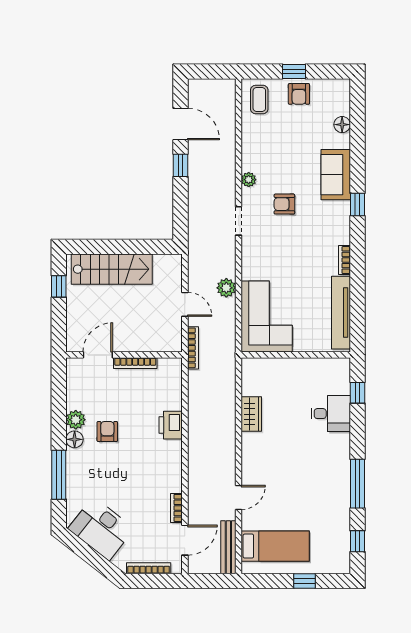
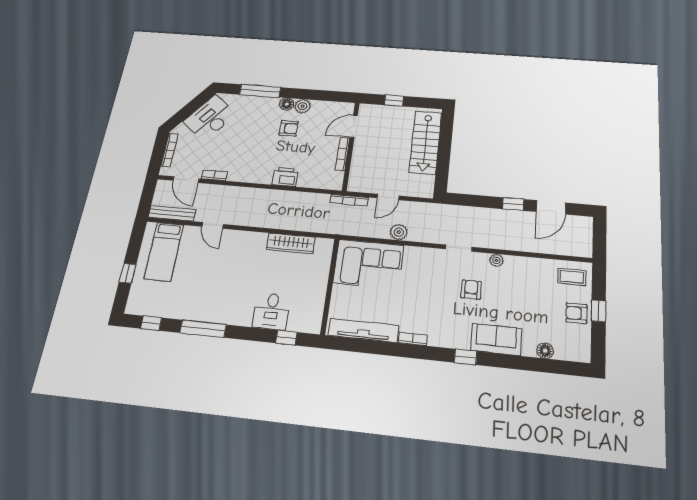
window: (59, 286) -> (394, 101), moved
door: (98, 355) -> (354, 126), swing flipped
wardrobe: (251, 414) -> (291, 243), width x1.50

